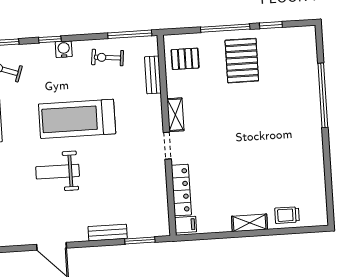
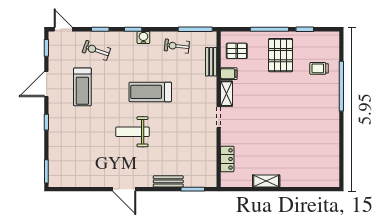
treadmill: (77, 119) -> (150, 92), width x0.73, depth x0.73
locker: (181, 190) -> (227, 159), width x0.66
trolley: (287, 215) -> (319, 68), moved
shelving: (250, 223) -> (266, 181), moved
filing cabinet: (186, 225) -> (229, 74), moved

